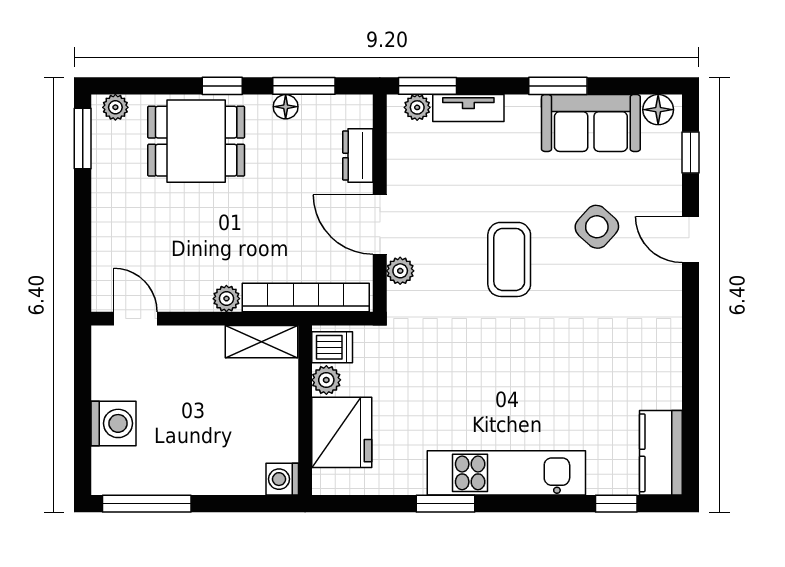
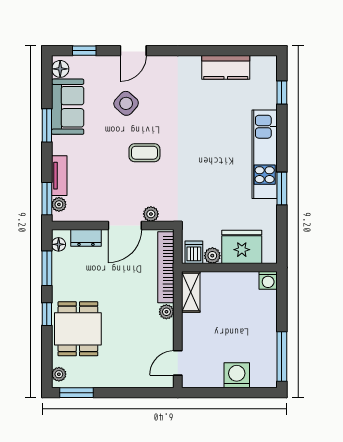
floor lamp: (286, 107) -> (59, 244), moved
coffee table: (509, 259) -> (144, 153), width x0.73, depth x0.77
kitchen counter: (661, 453) -> (226, 67), moved

